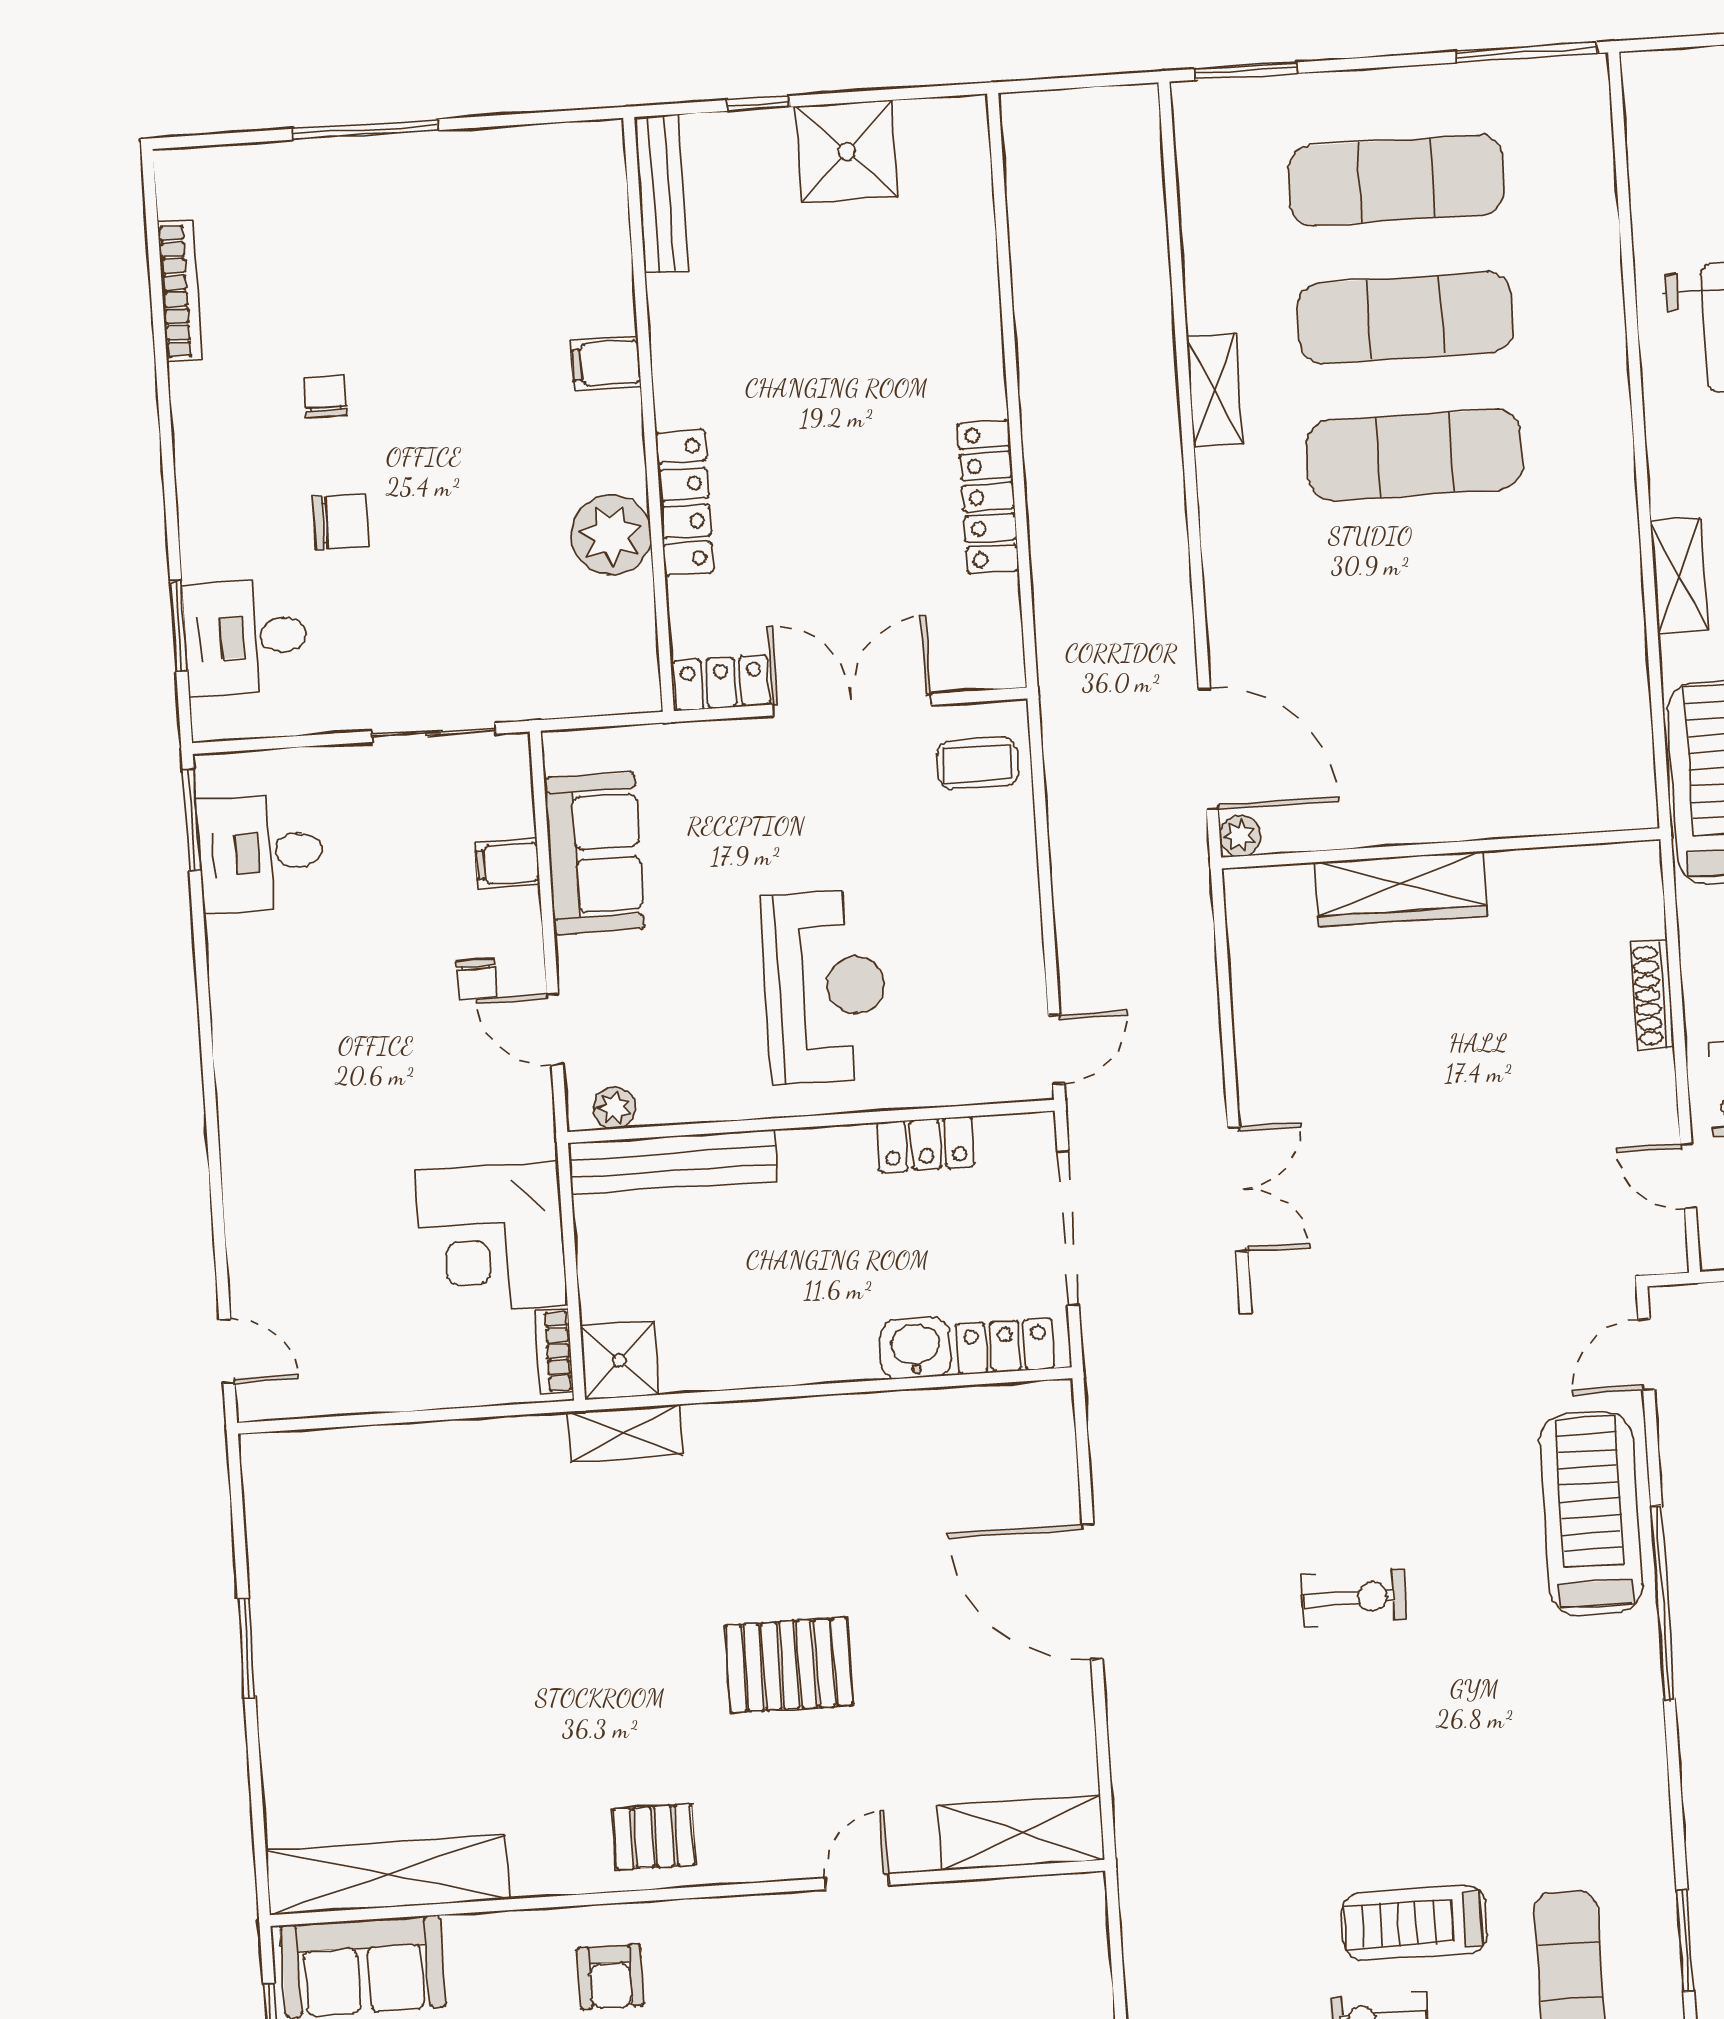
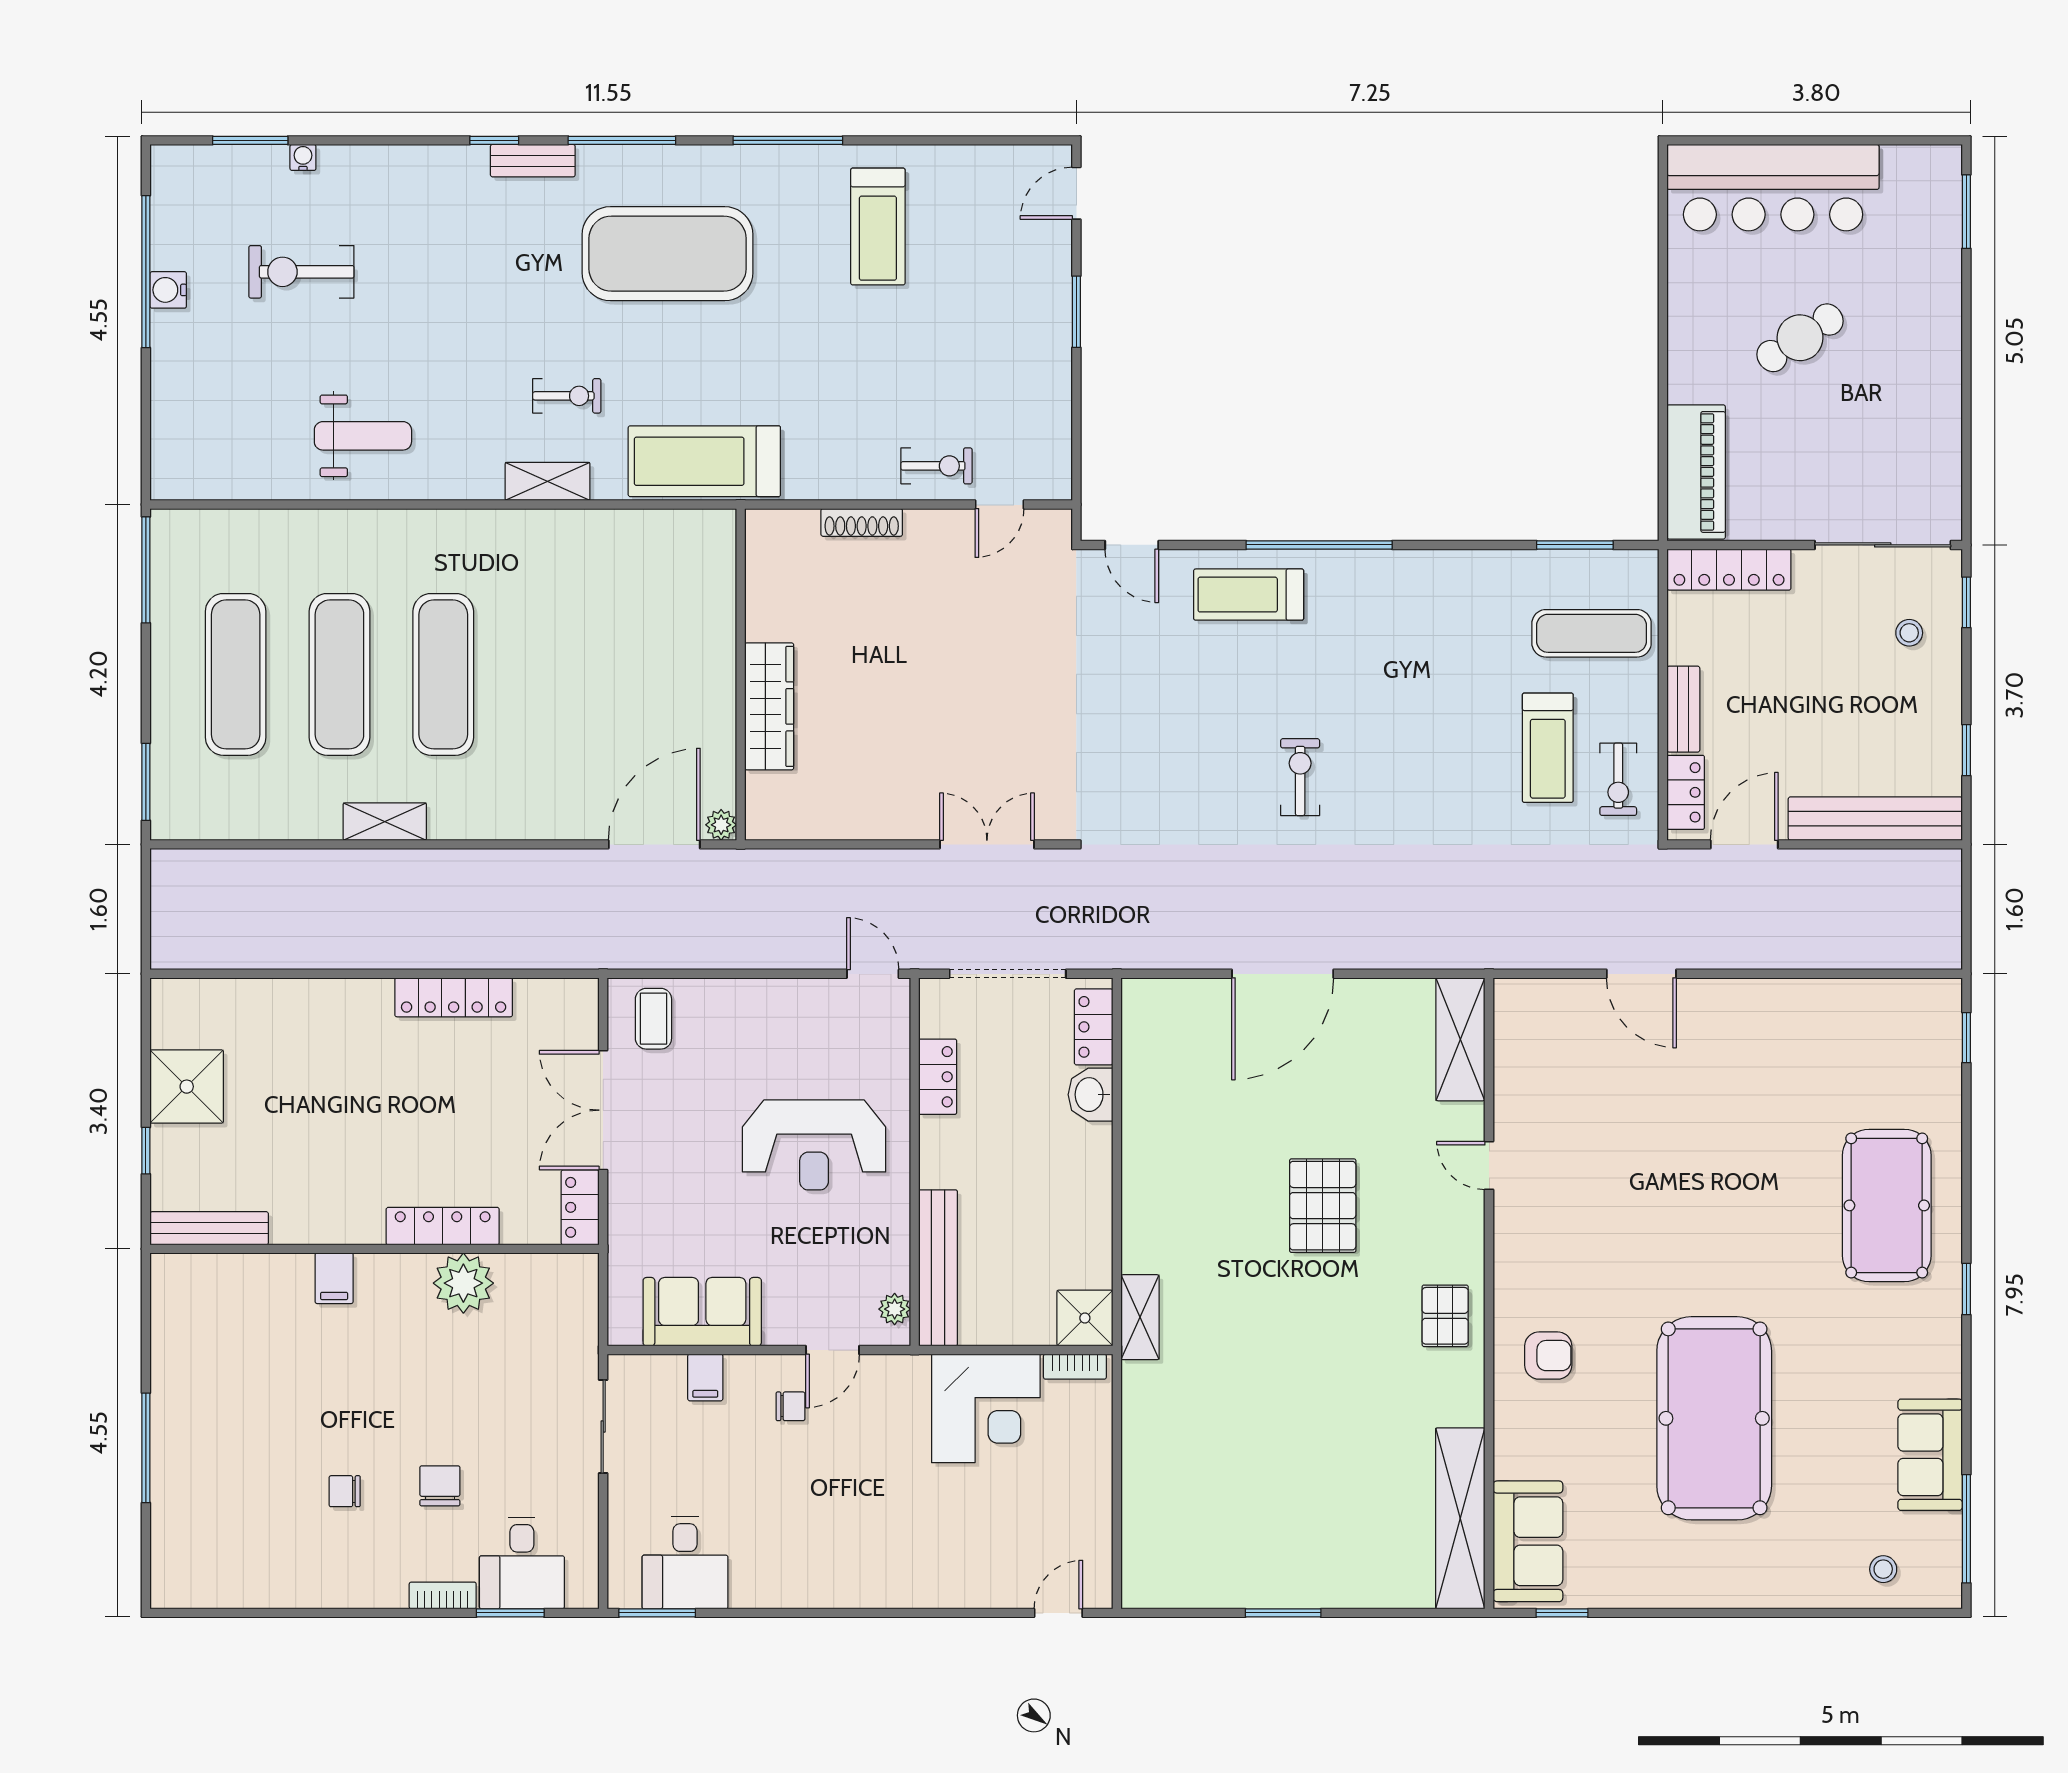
bookcase: (180, 291) -> (443, 1596), moved, width x0.64
reception desk: (825, 987) -> (814, 1145), turned 180
treadmill: (1591, 1514) -> (1249, 595), width x0.73, depth x0.73

